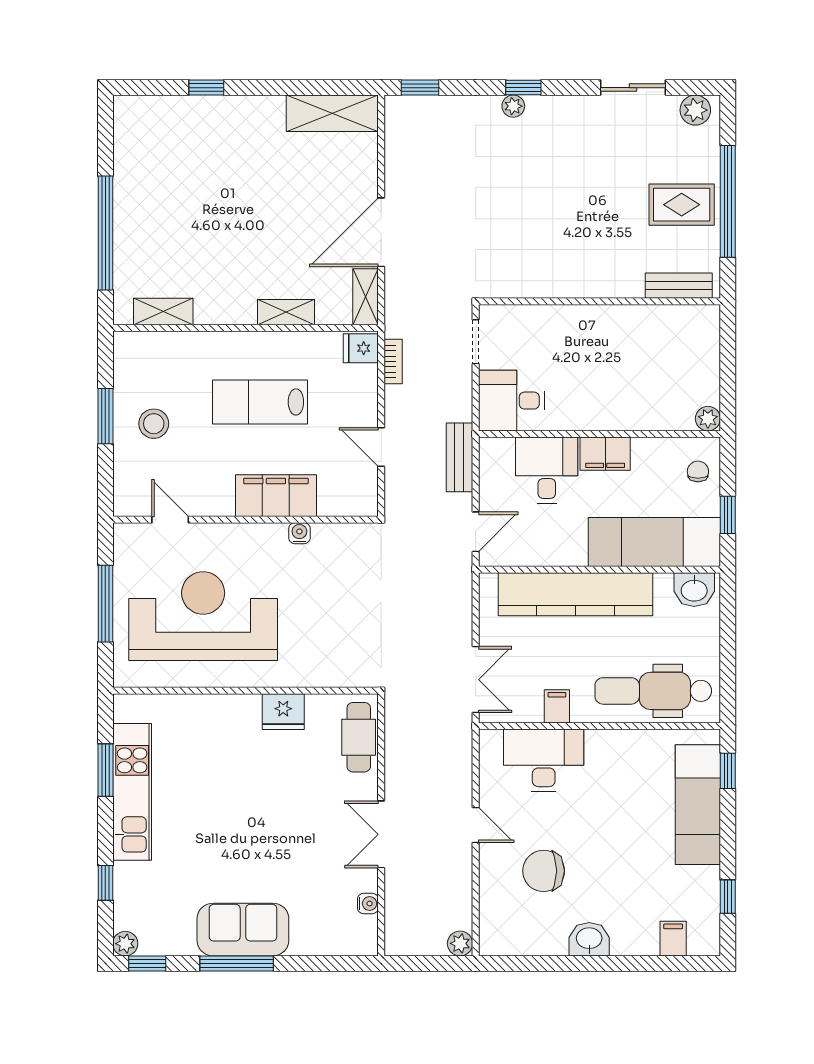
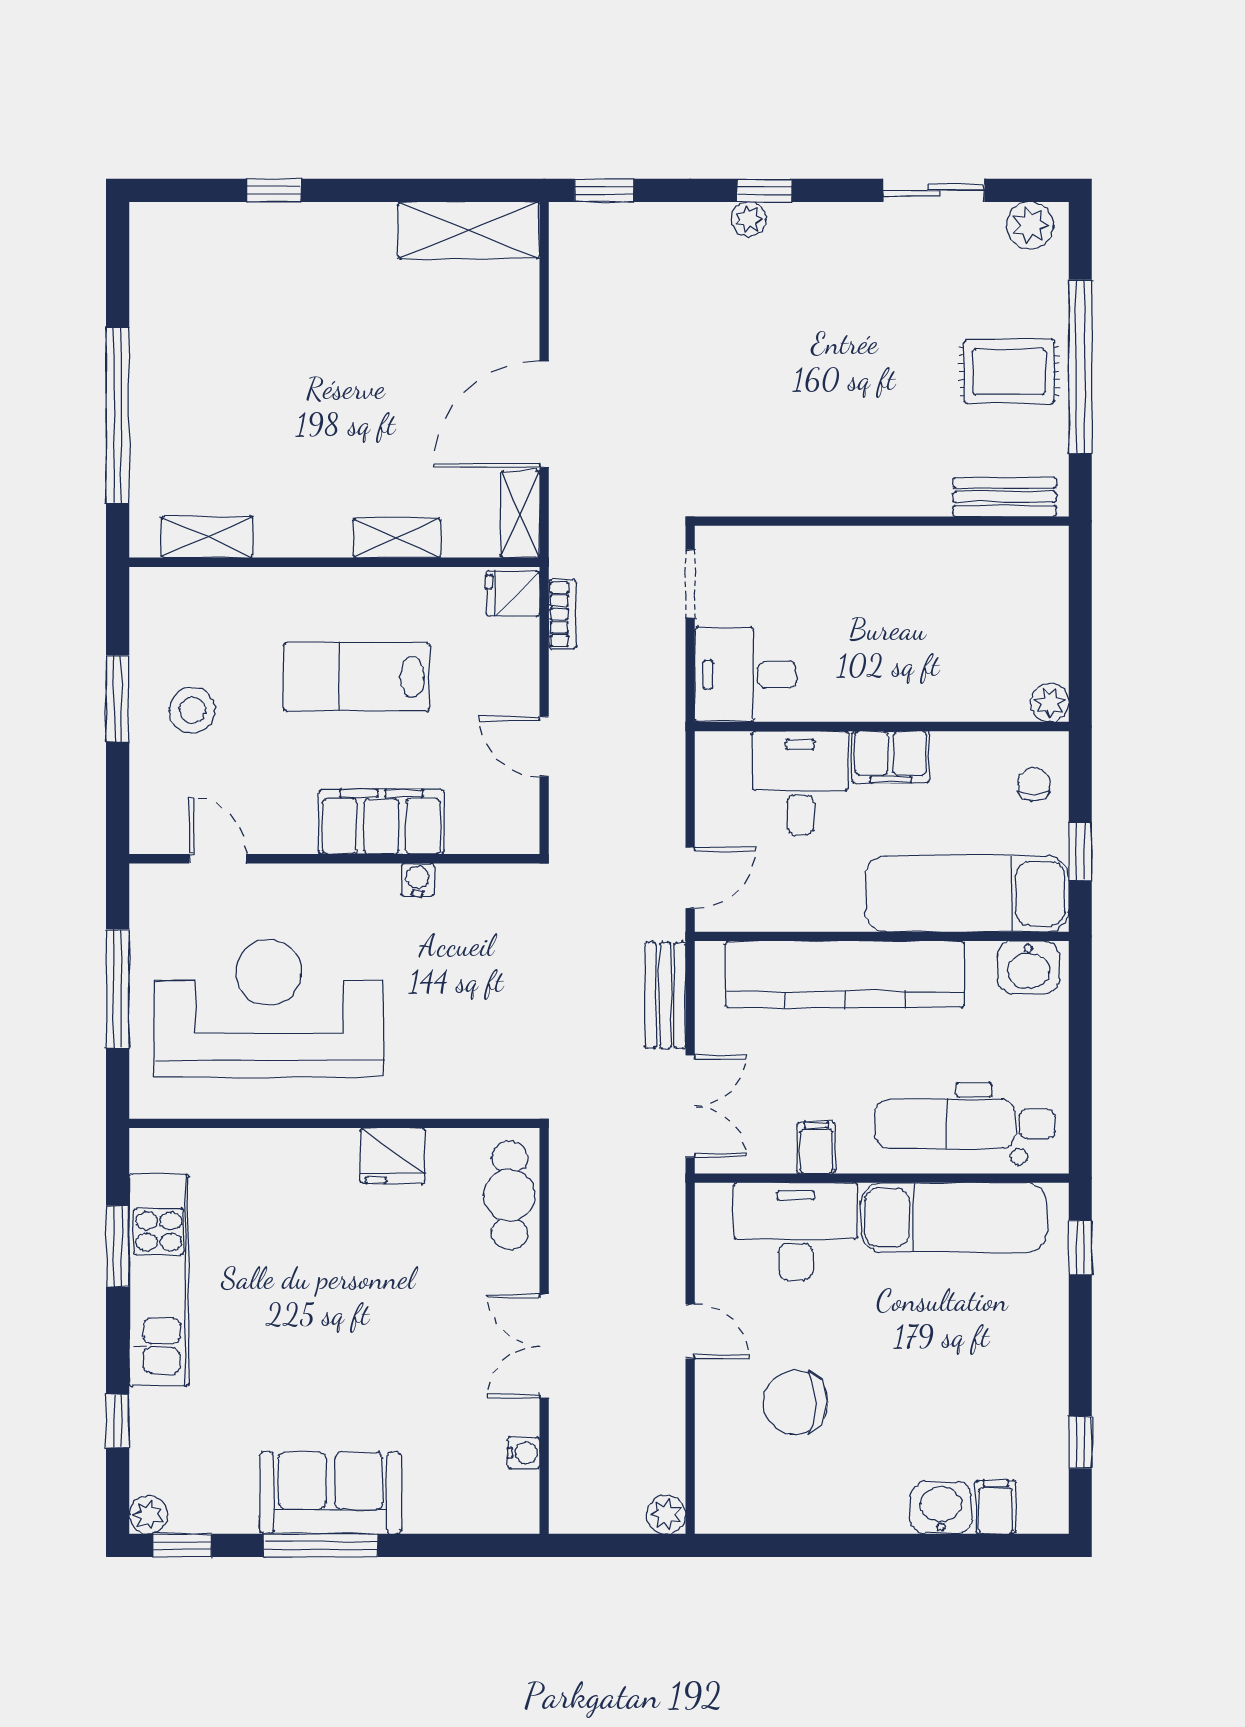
bench: (459, 457) -> (665, 995), moved
exam couch: (698, 805) -> (954, 1217), moved, turned -90
washbasin: (589, 939) -> (941, 1508), moved

